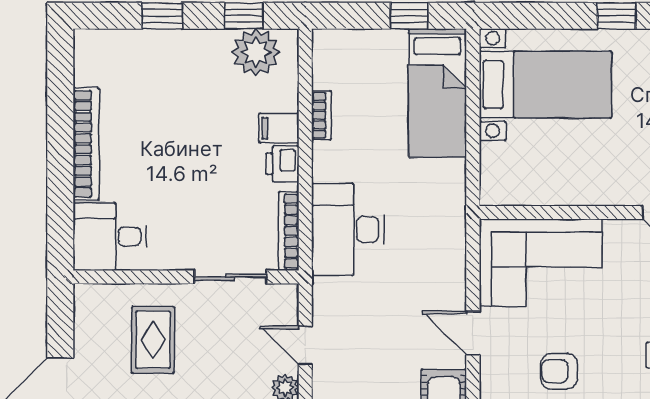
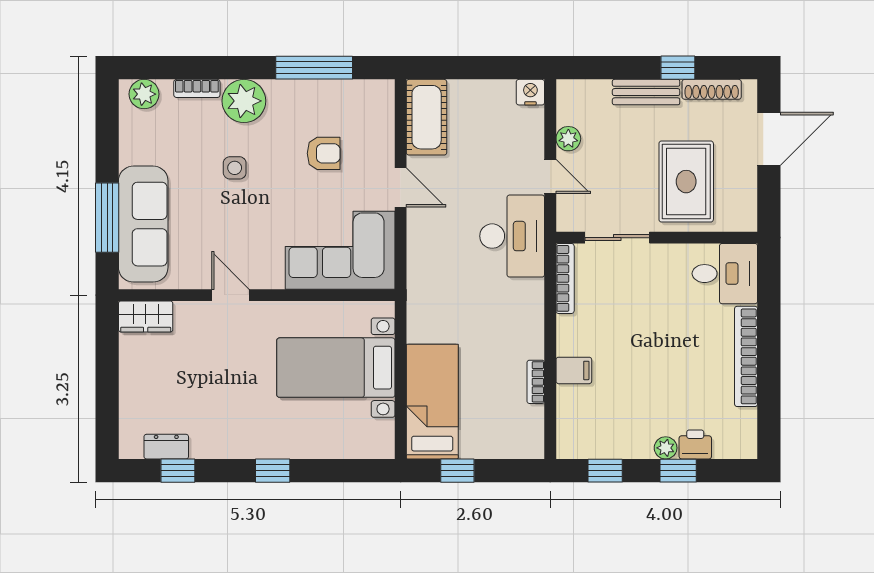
plant: (256, 52) -> (666, 448), moved, width x0.53, depth x0.53
bed with nightstands: (545, 85) -> (336, 368), moved
printer: (282, 164) -> (695, 444), moved, turned -90
desk: (348, 229) -> (512, 236), moved
rug: (153, 340) -> (686, 182), width x1.36, depth x1.43

